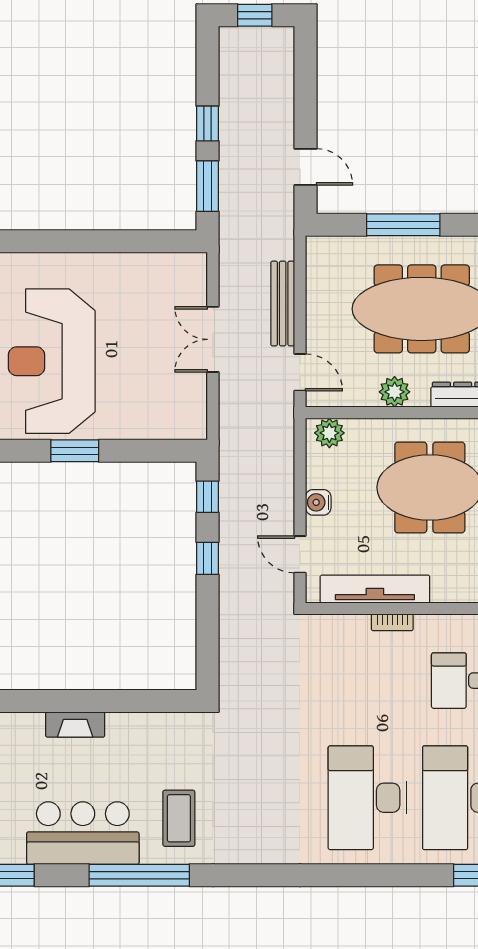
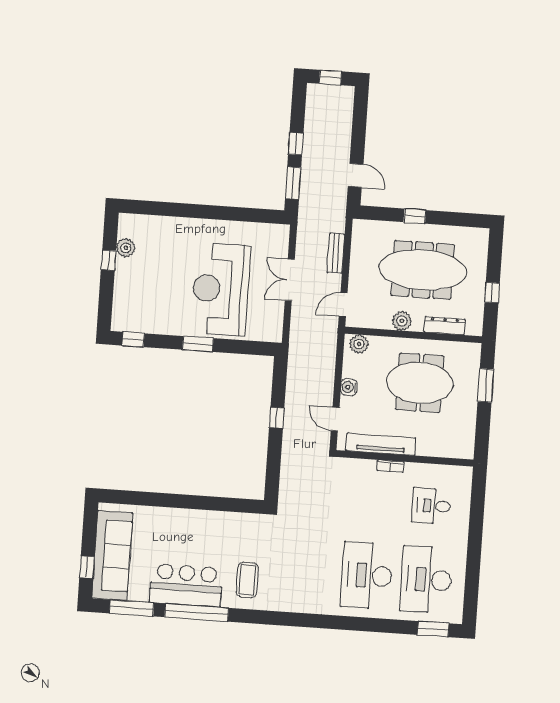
window: (403, 225) -> (415, 216), width x0.46
bench: (283, 303) -> (336, 253), width x0.73
reception desk: (52, 361) -> (221, 289), moved
door: (300, 372) -> (343, 305), swing flipped
window: (207, 497) -> (279, 379), removed
fireplace: (75, 725) -> (186, 516), removed
window: (139, 875) -> (197, 613), moved

